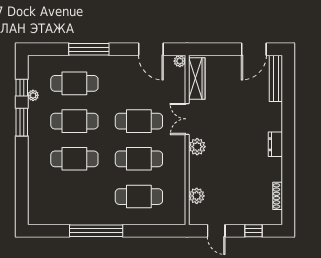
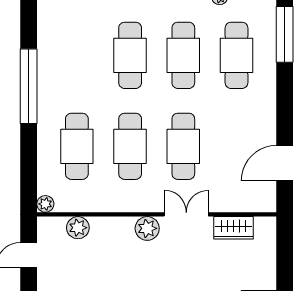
window: (89, 49) -> (285, 34), moved
plant: (180, 61) -> (45, 204), moved
wardrobe: (197, 79) -> (233, 228), width x0.67

